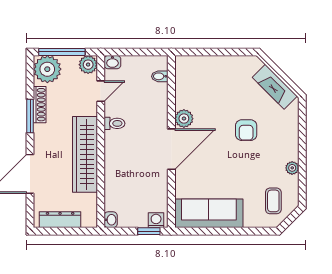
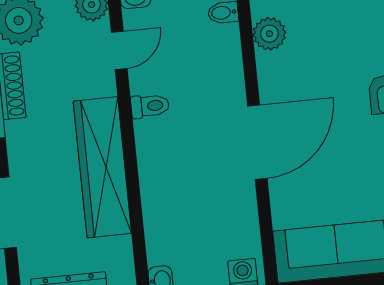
plant: (184, 119) -> (269, 34), moved

